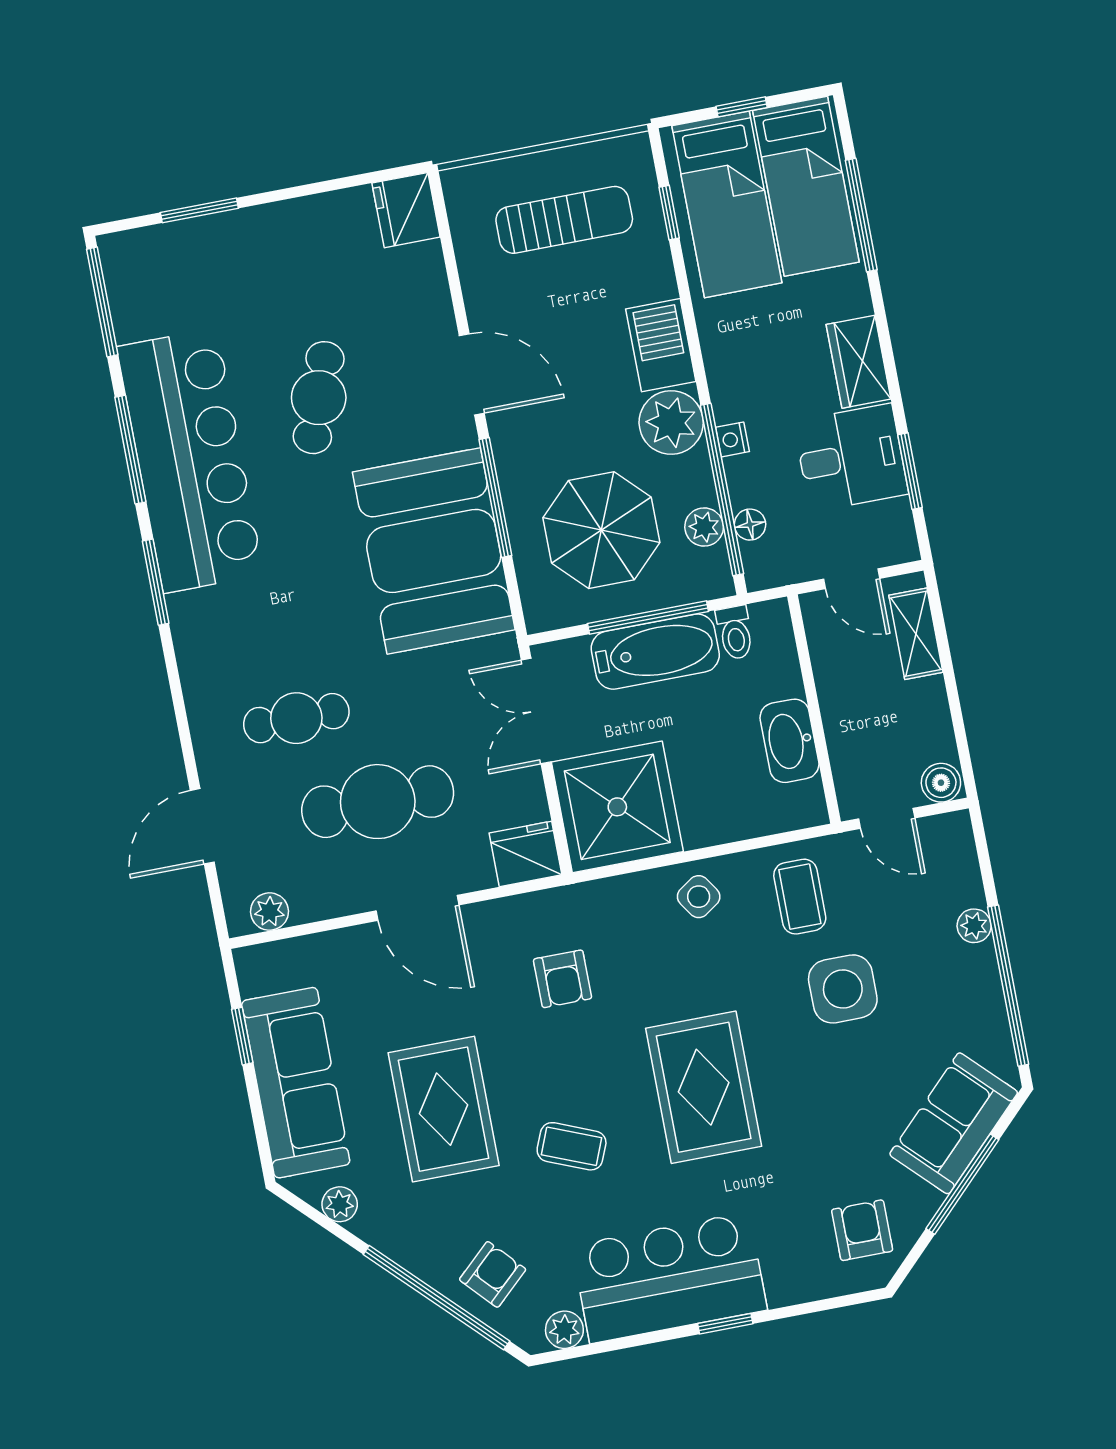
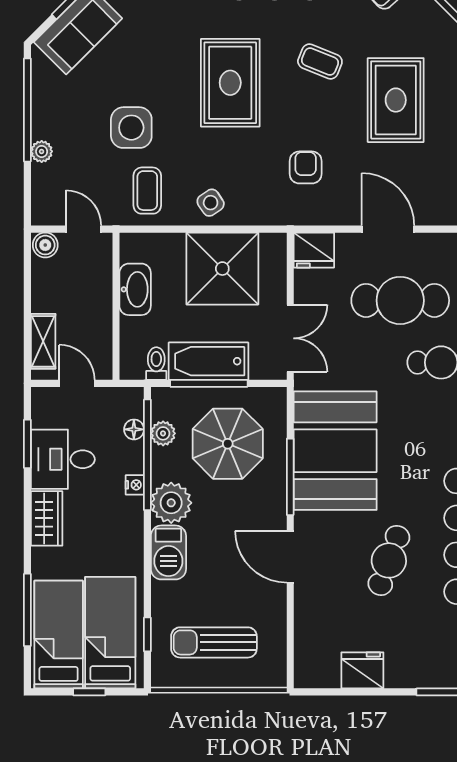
fridge: (406, 210) -> (362, 670), moved, turned -90
shower: (617, 807) -> (222, 269), moved

